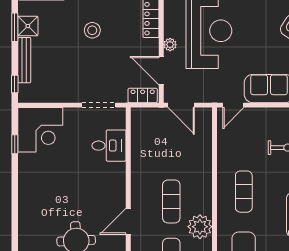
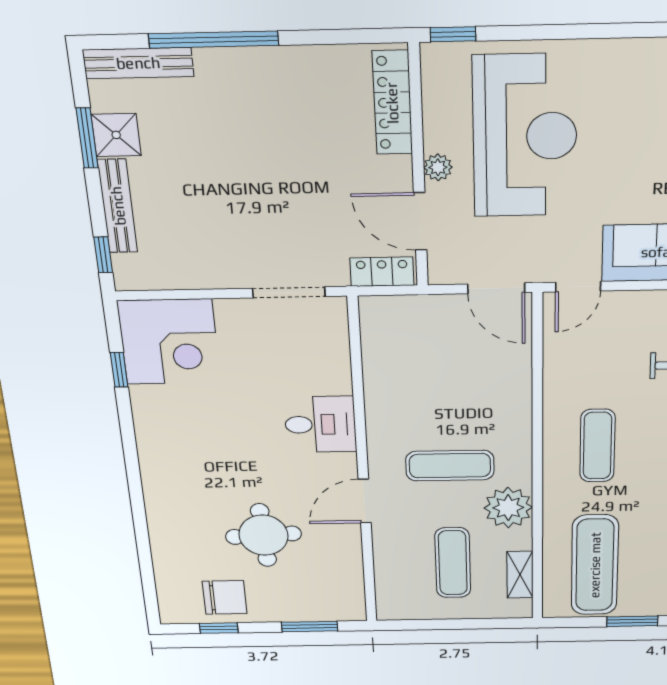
stool: (92, 30) -> (262, 141), removed
door: (181, 105) -> (496, 288), moved
desk: (109, 146) -> (320, 424), moved
exercise mat: (171, 201) -> (450, 466), turned 90

